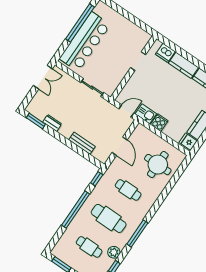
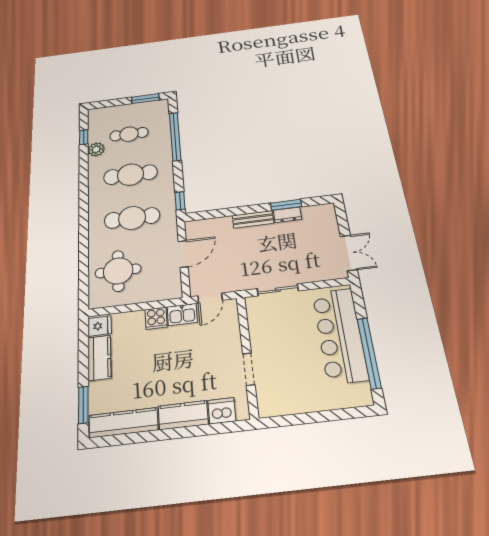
double door: (43, 77) -> (349, 253), swing flipped
window: (36, 121) -> (286, 205), moved
bench: (82, 143) -> (253, 219), moved
door: (120, 146) -> (183, 254), swing flipped
cafe table: (128, 190) -> (132, 218), width x1.37, depth x1.35
window: (76, 209) -> (175, 136), moved
window: (137, 234) -> (84, 185), removed

